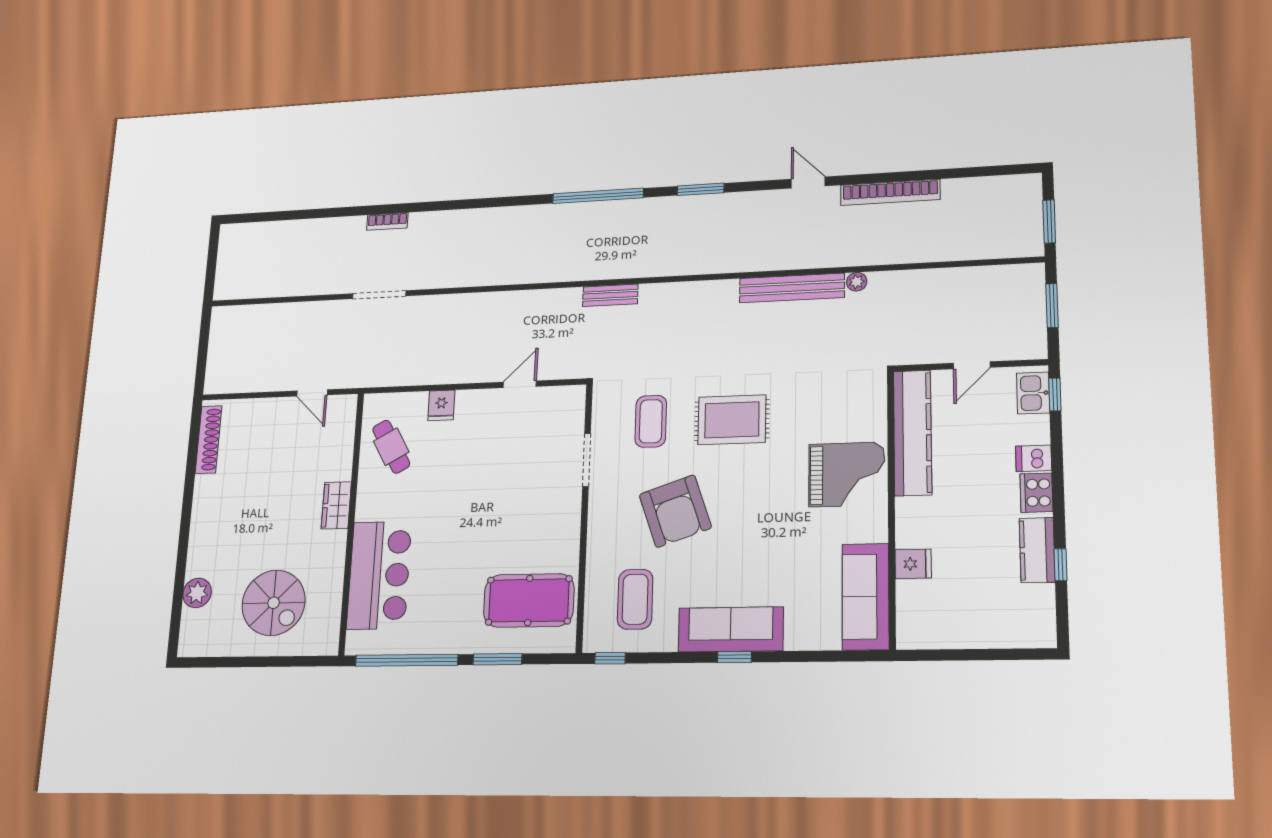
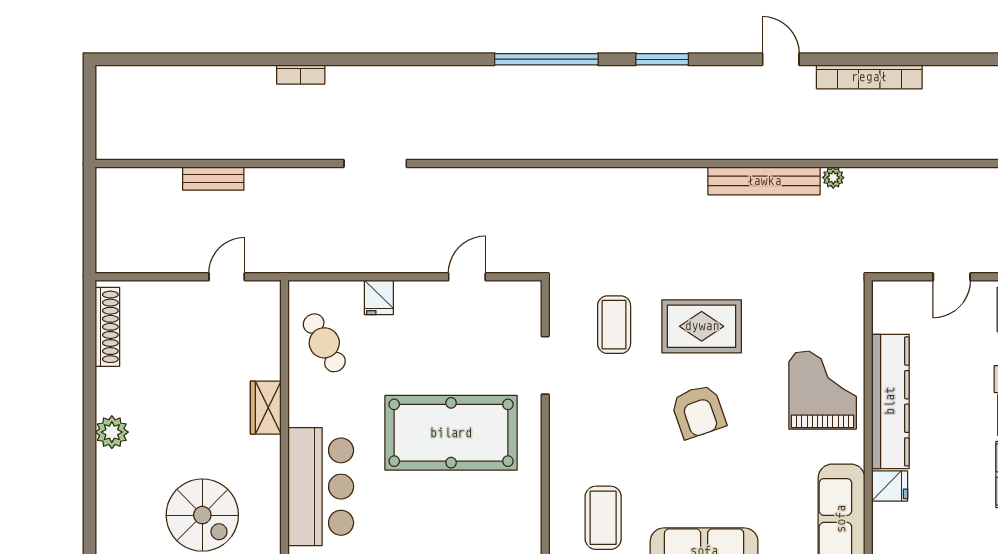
doorway: (379, 295) -> (375, 163), moved
bench: (610, 295) -> (213, 179), moved
door: (312, 393) -> (227, 277), swing flipped
kitchen counter: (913, 433) -> (890, 401), moved
grand piano: (847, 474) -> (823, 390), turned -90
armchair: (675, 511) -> (698, 411), moved, width x0.73, depth x0.73
plant: (197, 593) -> (112, 432), moved
pool table: (529, 600) -> (451, 433), moved, width x1.36, depth x1.32

